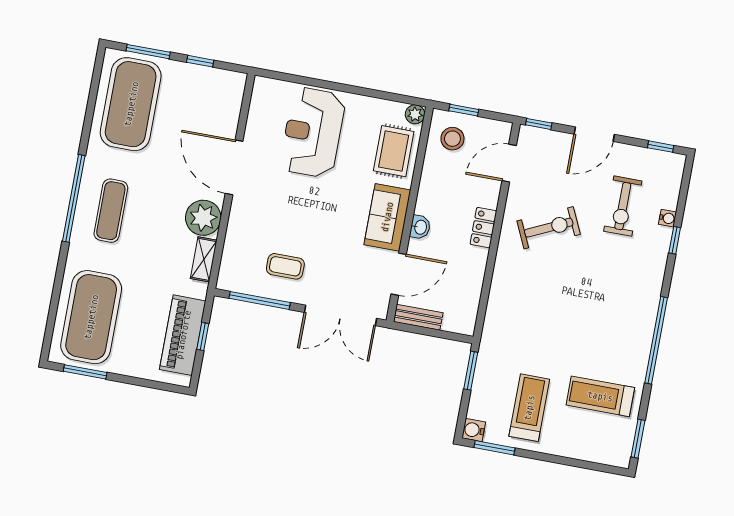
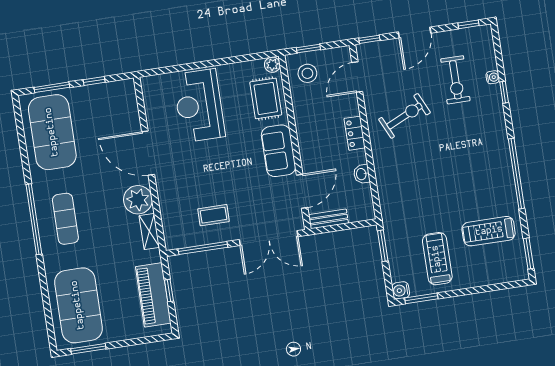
washbasin: (420, 227) -> (362, 174), moved, turned 180

